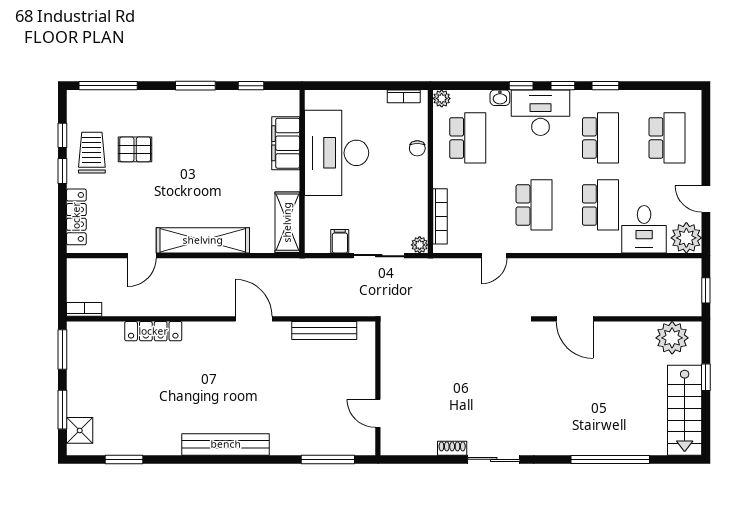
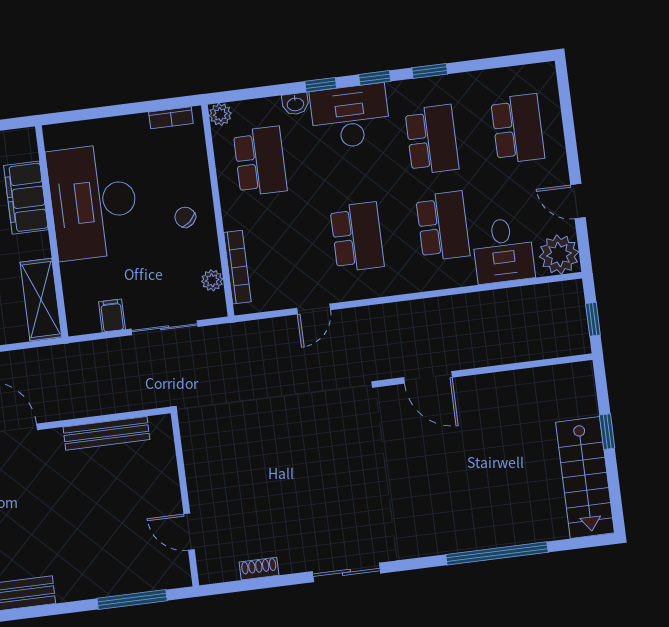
chair: (417, 148) -> (185, 217), moved, turned 138
plant: (420, 245) -> (212, 280), moved
plant: (672, 338) -> (557, 386), removed
shoe rack: (452, 448) -> (259, 569), moved

